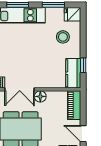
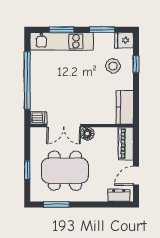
window: (83, 65) -> (136, 64), moved
door: (83, 134) -> (136, 176), hinge flipped

